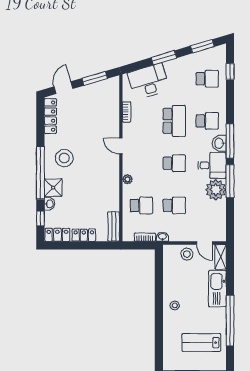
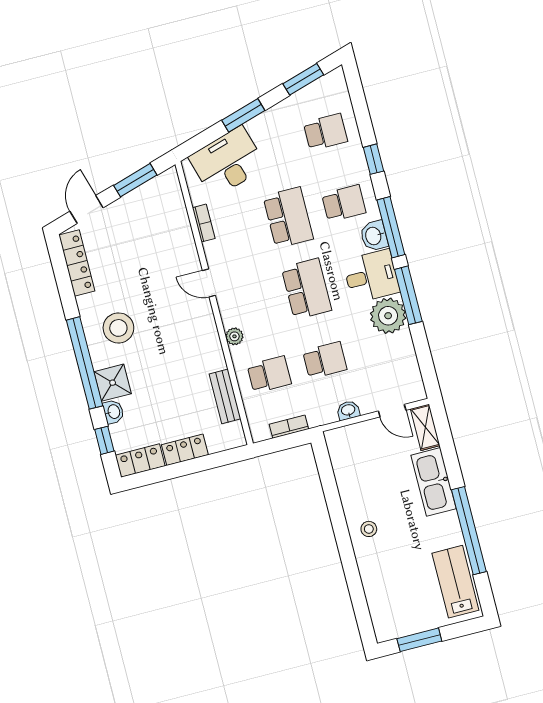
window: (230, 72) -> (373, 159), moved
school desk: (174, 163) -> (306, 289), width x1.85
bench: (114, 227) -> (225, 396), moved
washbasin: (162, 237) -> (348, 410), moved
stool: (187, 254) -> (367, 437), removed
lab bench: (201, 343) -> (455, 582), moved, turned 90

